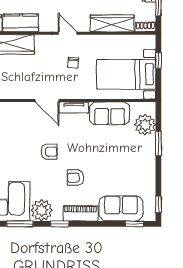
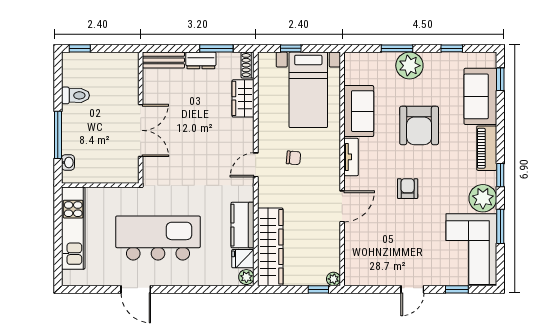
wardrobe: (112, 23) -> (243, 98), width x0.67
door: (47, 101) -> (342, 206), moved
plant: (145, 125) -> (409, 66), moved
armchair: (75, 178) -> (419, 125), moved, width x1.88, depth x1.88
window: (158, 204) -> (452, 48), moved

